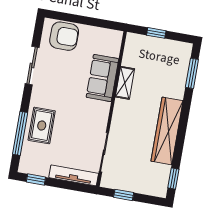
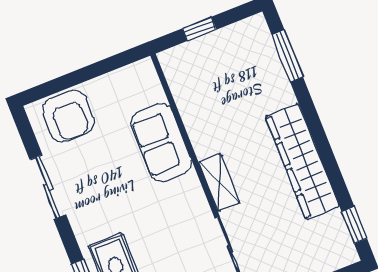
armchair: (64, 36) -> (68, 116), turned 90
shelving: (125, 83) -> (219, 182), moved

